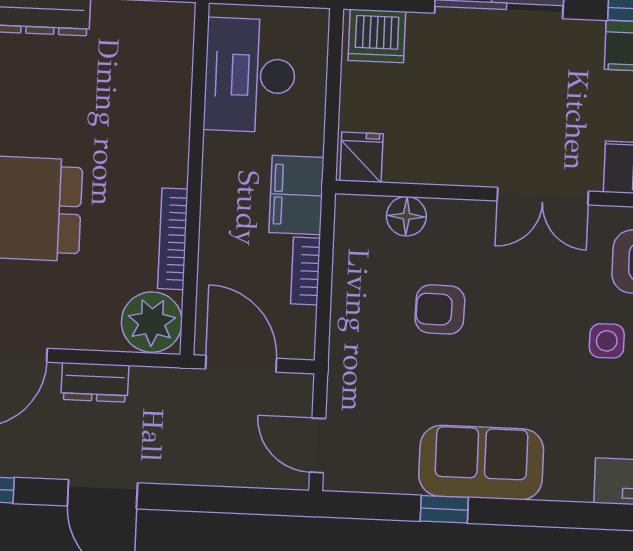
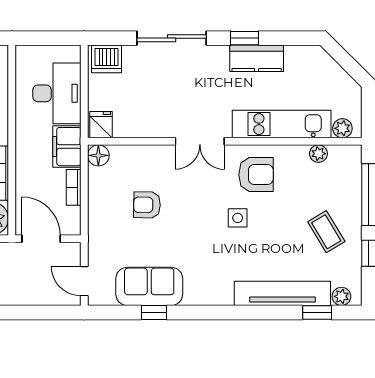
desk: (250, 75) -> (57, 93), moved, turned 180
floor lamp: (406, 216) -> (98, 155), moved
sofa: (481, 463) -> (149, 286), moved

